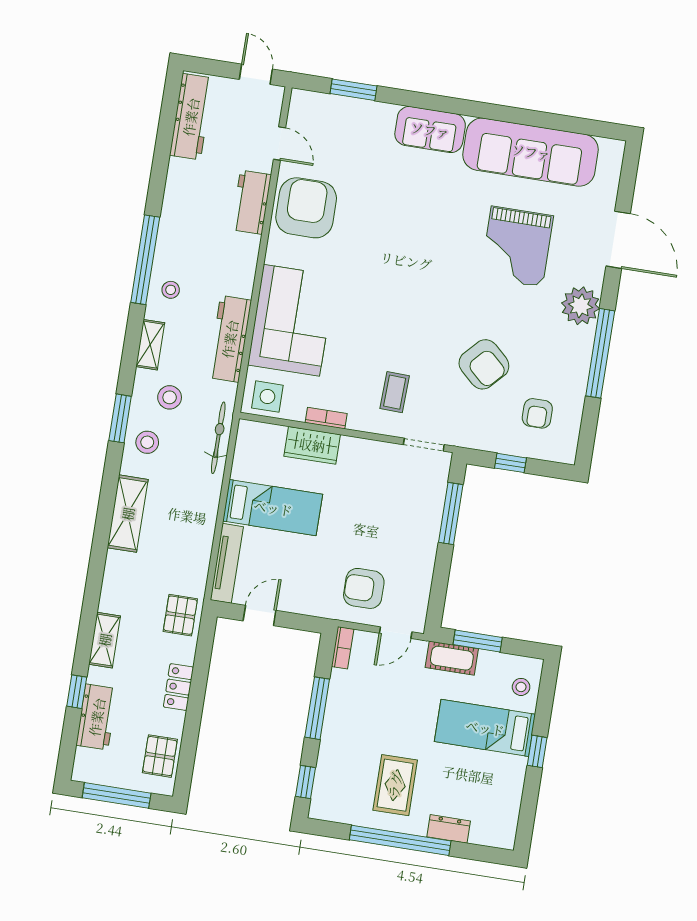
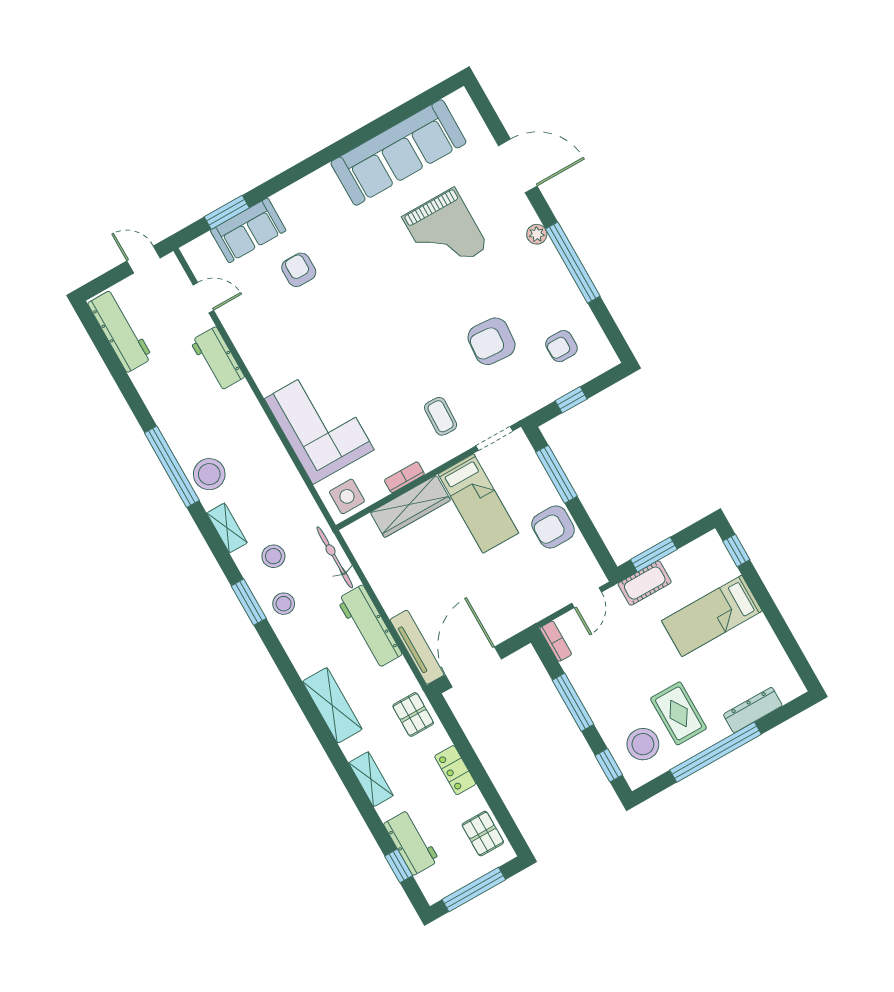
sofa: (430, 130) -> (248, 230), moved
armchair: (306, 208) -> (299, 270), moved, width x0.53, depth x0.53
stool: (171, 290) -> (209, 474), width x1.89, depth x1.89
plant: (580, 306) -> (537, 234), width x0.53, depth x0.53
workbench: (230, 339) -> (369, 627), moved
armchair: (484, 364) -> (491, 341), turned 141
armchair: (537, 413) -> (561, 346), turned 90
wardrobe: (312, 445) -> (410, 506), width x1.50
bed: (273, 508) -> (478, 503), moved, turned 90
shelving: (128, 514) -> (332, 705), moved
armchair: (364, 588) -> (553, 527), moved
door: (260, 616) -> (473, 667), width x1.88
stool: (521, 687) -> (643, 744), moved, width x1.89, depth x1.89
window: (77, 692) -> (399, 866), moved
window: (537, 751) -> (736, 550), moved
dresser: (449, 829) -> (753, 710), width x1.44

